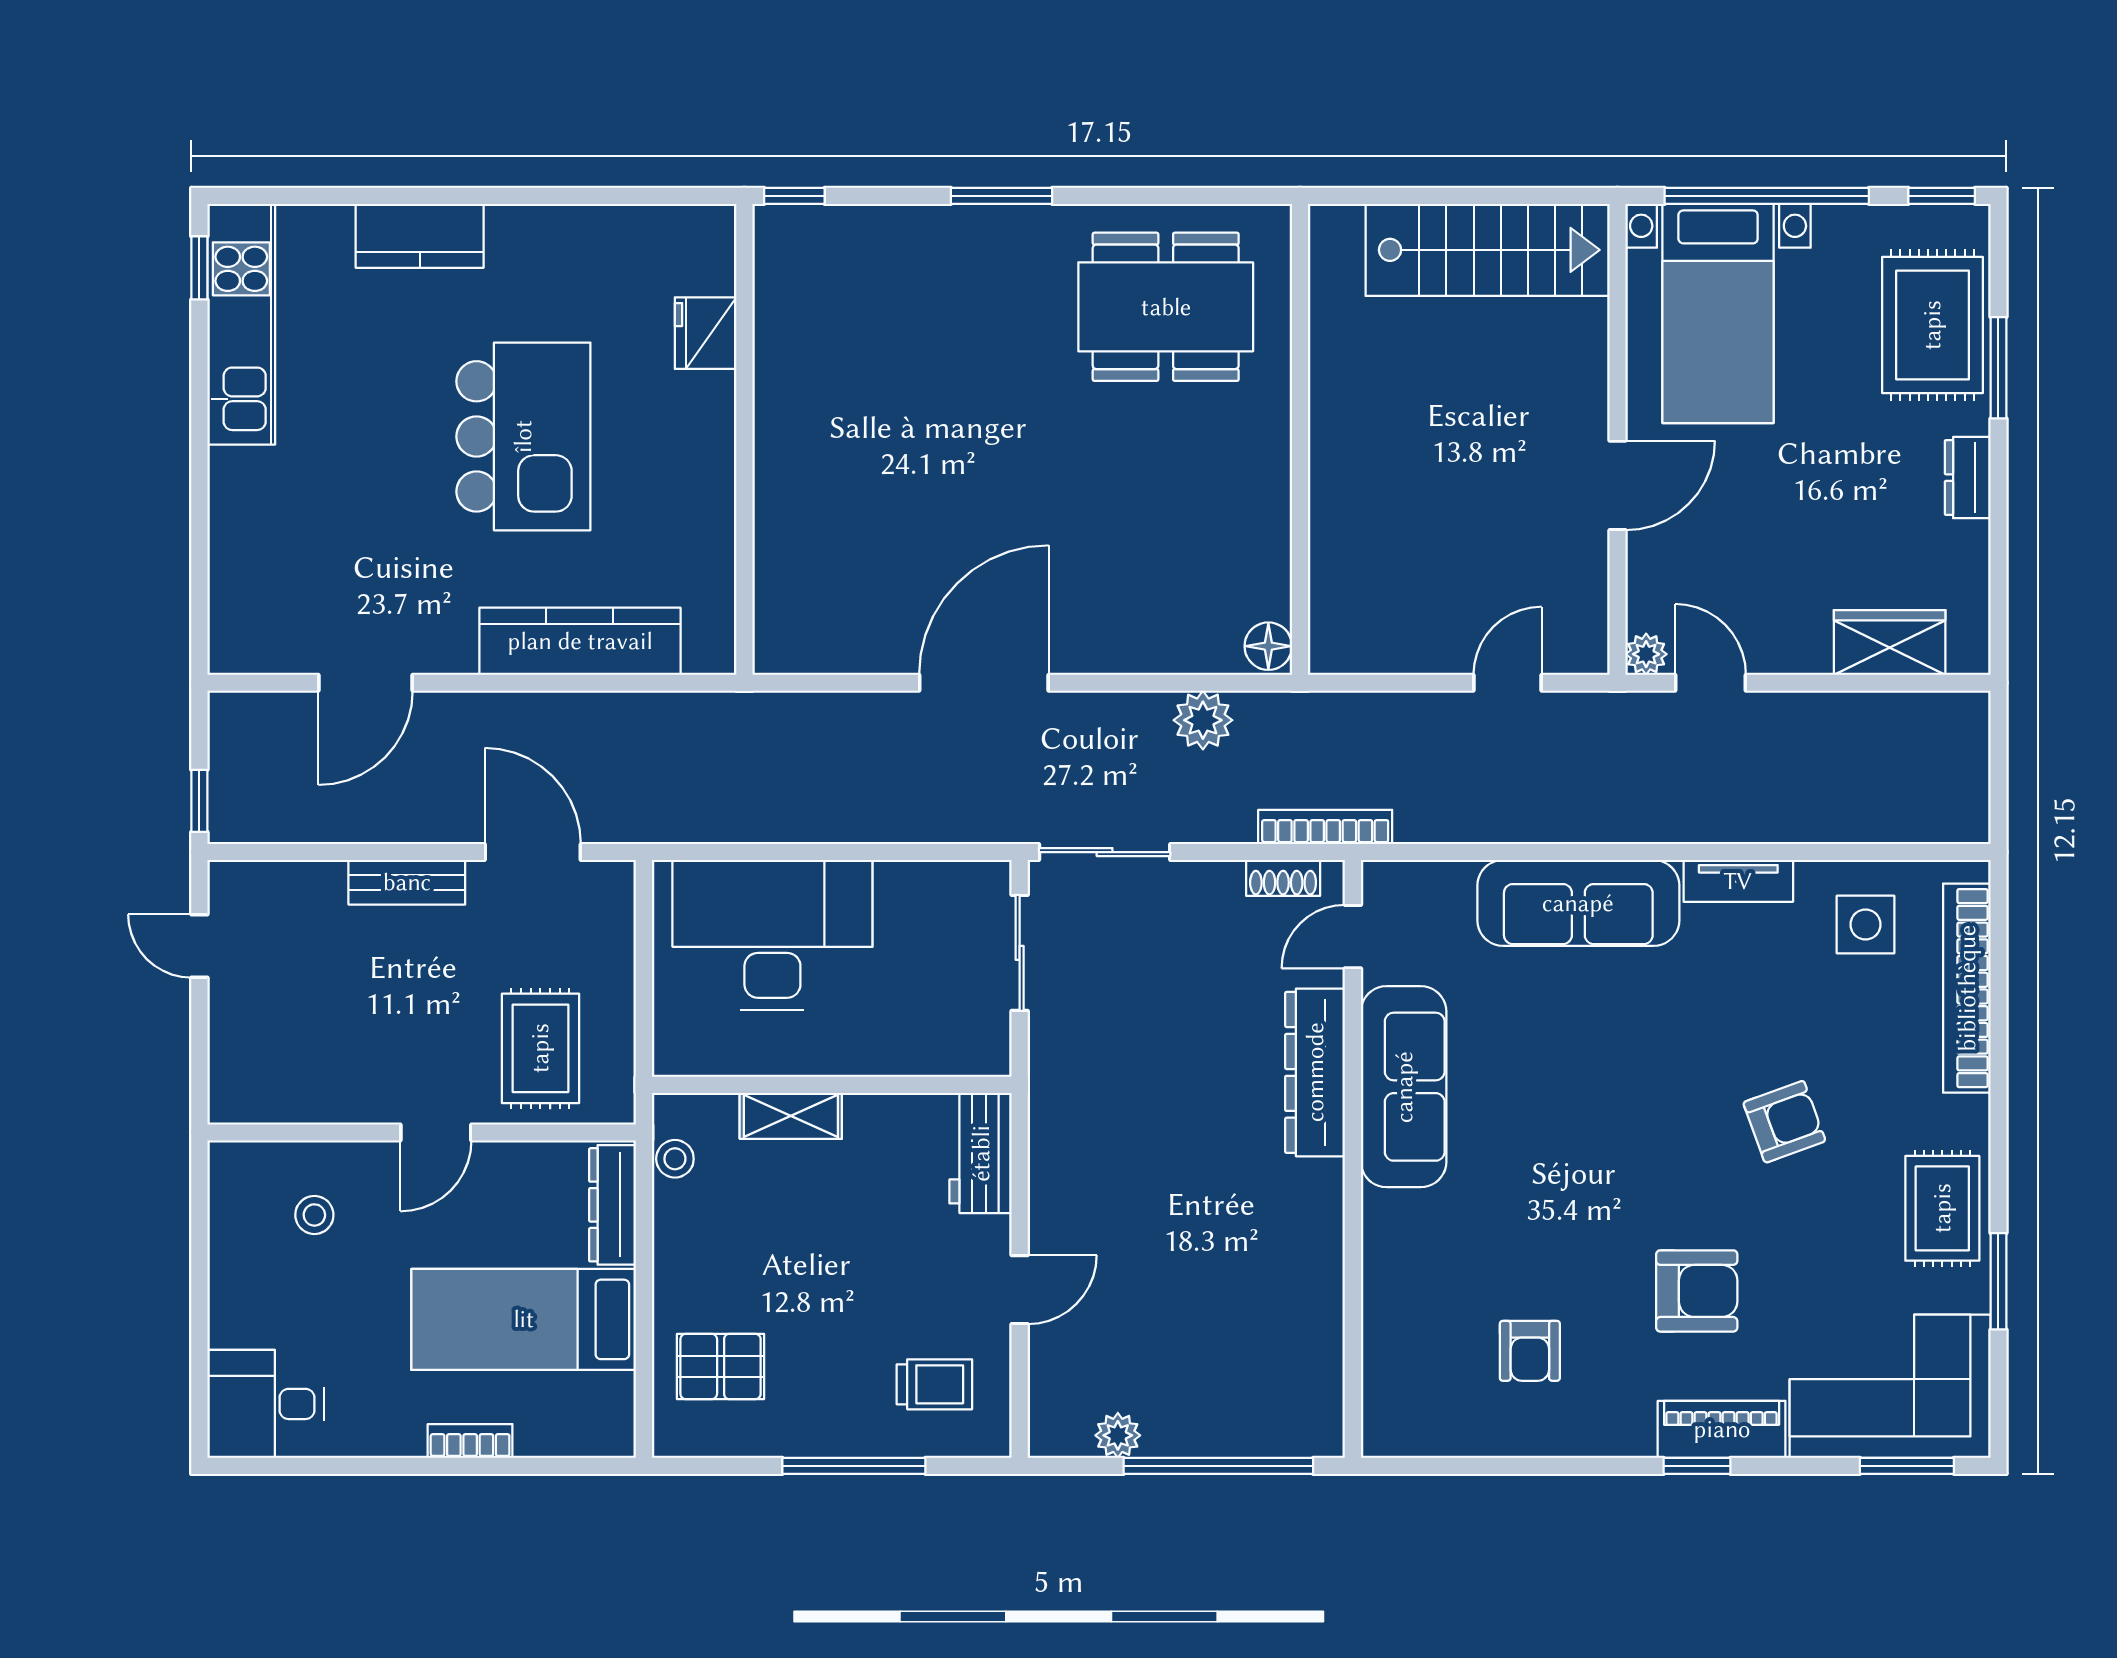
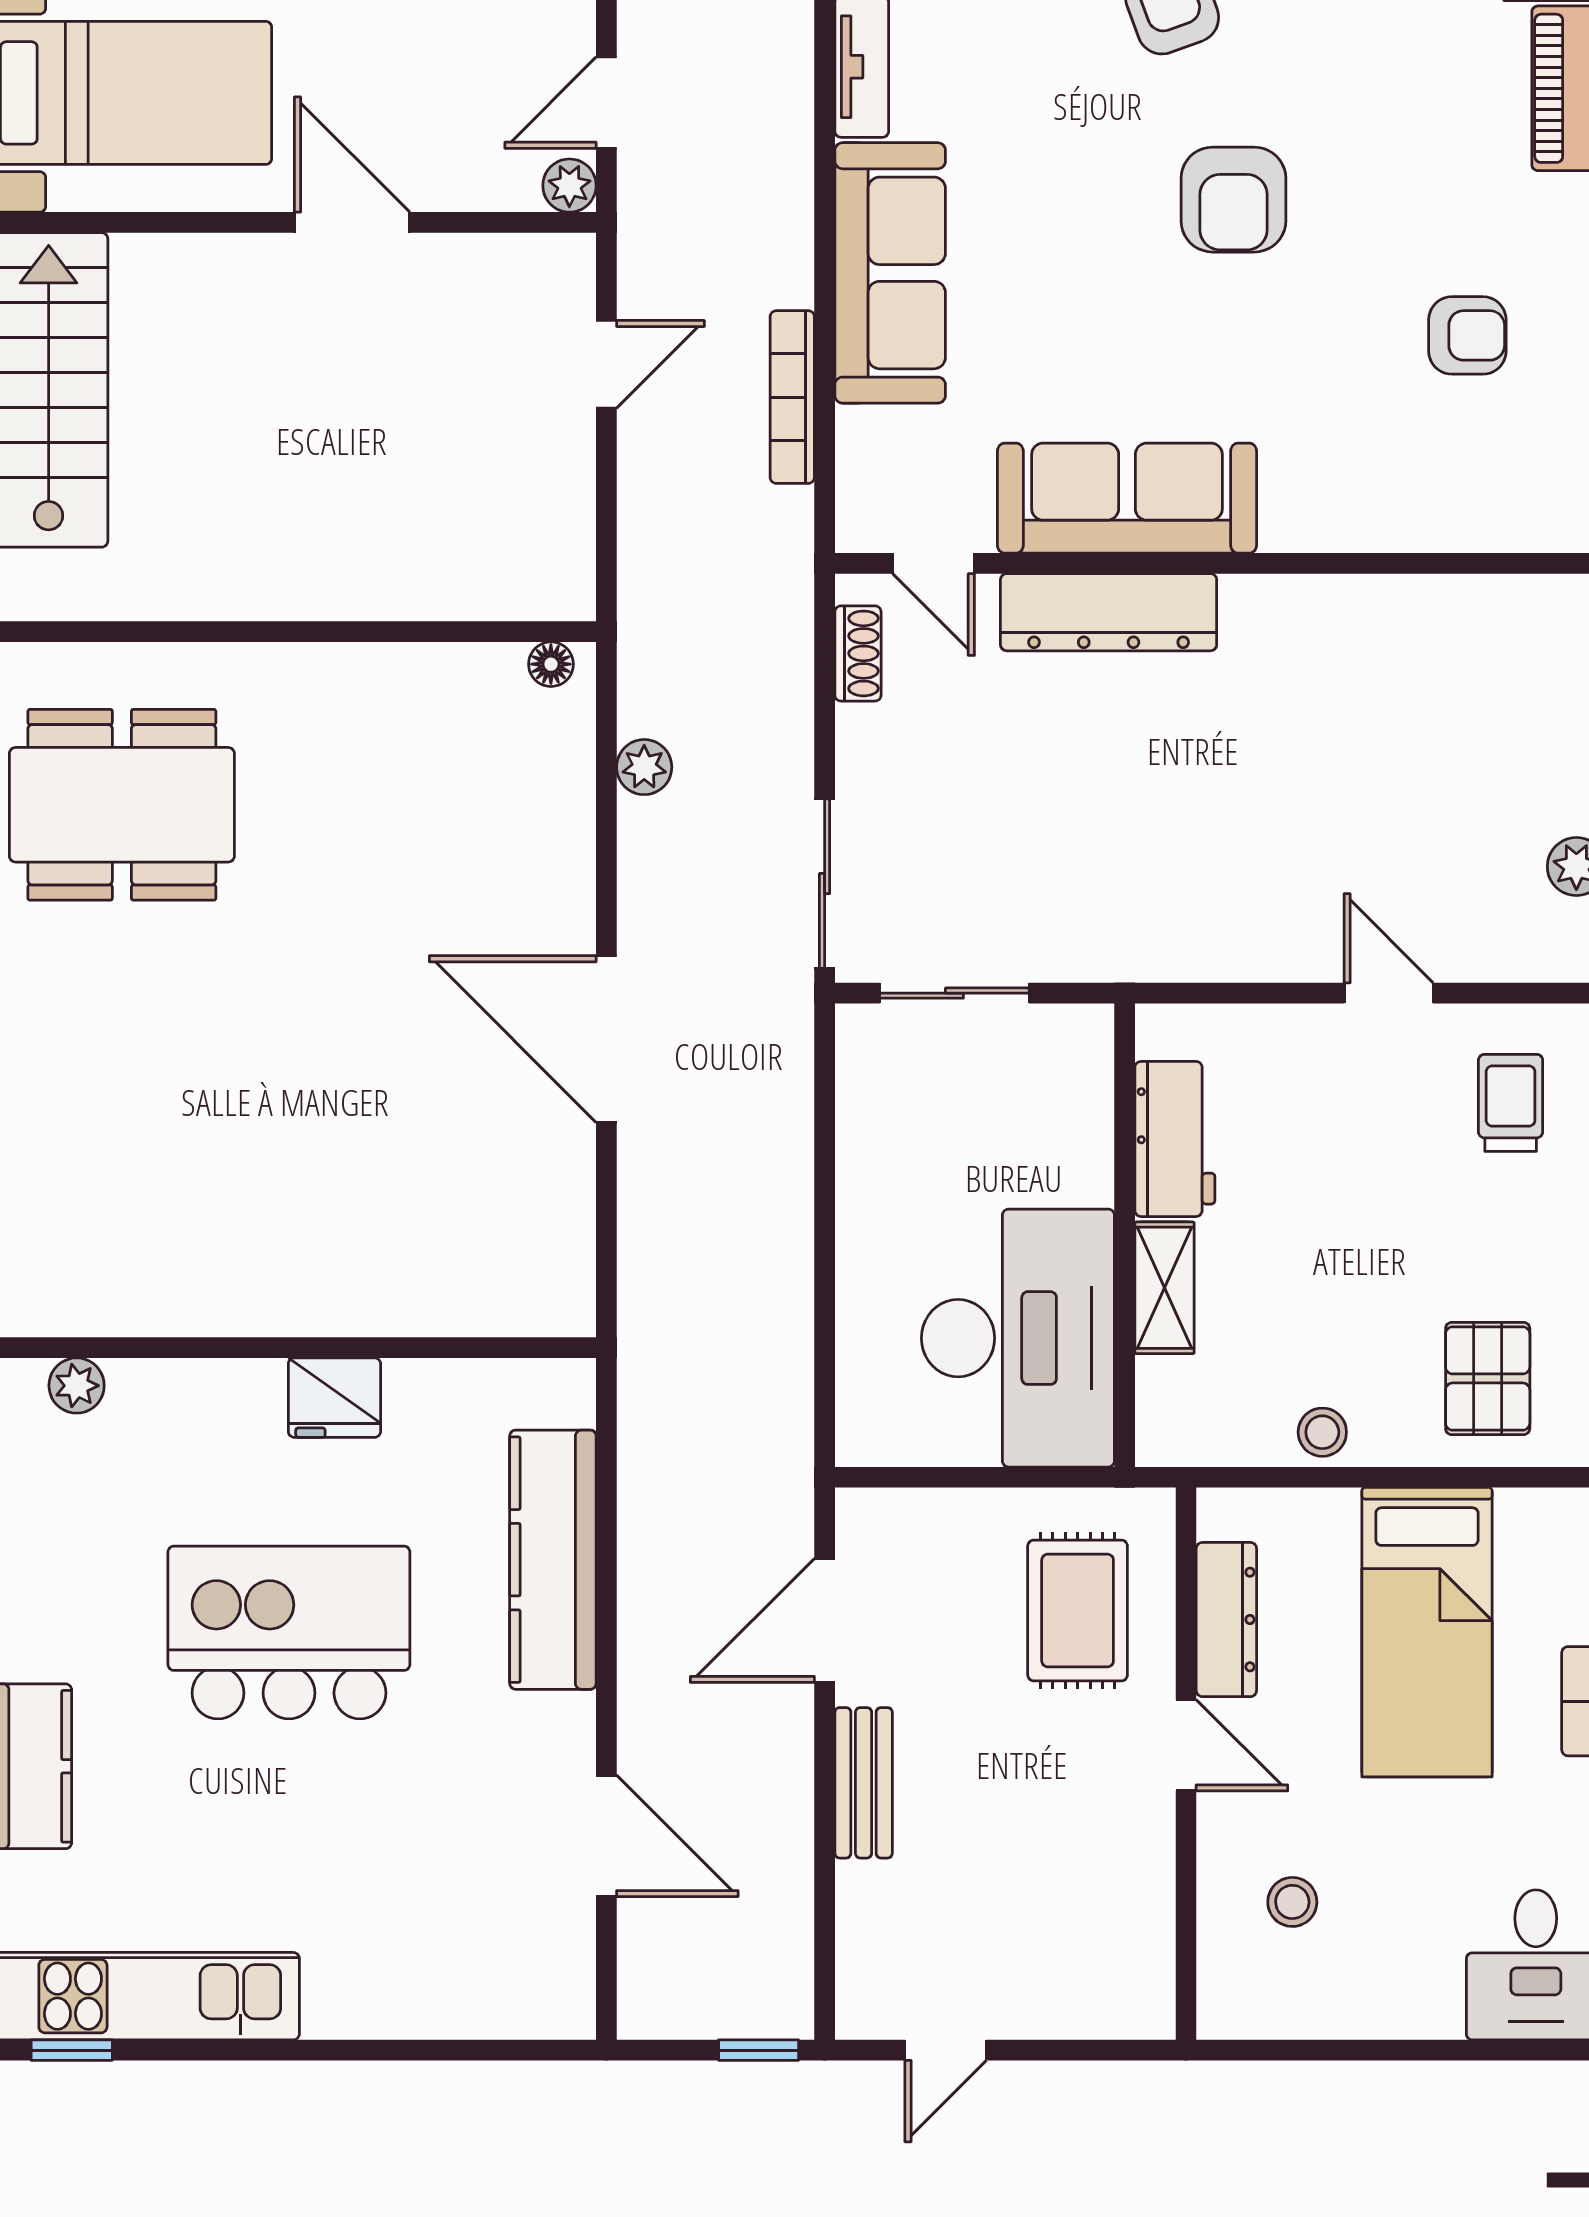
plant: (715, 272) -> (77, 1386), added
dining table: (1166, 307) -> (122, 805), turned 90
fridge: (706, 333) -> (334, 1398), moved
floor lamp: (1268, 646) -> (551, 664), width x0.73, depth x0.73
door: (1507, 683) -> (606, 364), swing flipped
plant: (1203, 720) -> (644, 767), width x0.73, depth x0.73
bookcase: (1325, 827) -> (792, 397), moved
desk: (772, 935) -> (1018, 1338), moved, turned 180
rug: (540, 1048) -> (1078, 1611), turned 90
workbench: (981, 1153) -> (1175, 1139), moved, turned -90
stool: (675, 1159) -> (1322, 1432), moved
dresser: (613, 1205) -> (1226, 1620), moved, turned -90
armchair: (1697, 1291) -> (1233, 200), moved, turned 180

